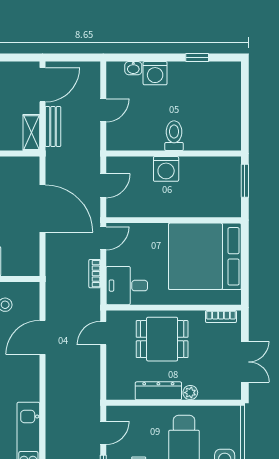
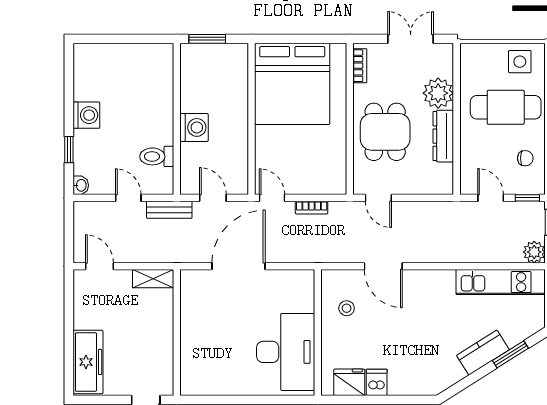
window: (197, 58) -> (69, 150), moved
washbasin: (133, 68) -> (81, 185), moved
washing machine: (155, 73) -> (86, 115), moved
door: (42, 85) -> (99, 266), width x0.73
bench: (53, 126) -> (169, 210), moved
toilet: (174, 136) -> (157, 156), moved
desk: (127, 286) -> (325, 172), removed
plant: (190, 393) -> (438, 93), width x1.88, depth x1.88

